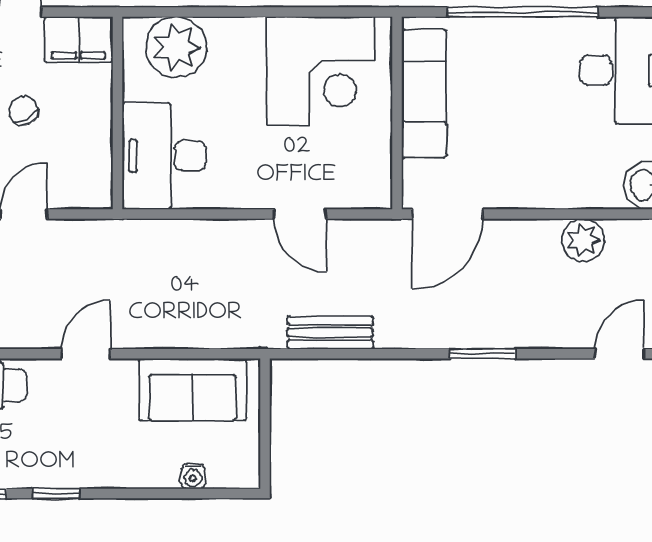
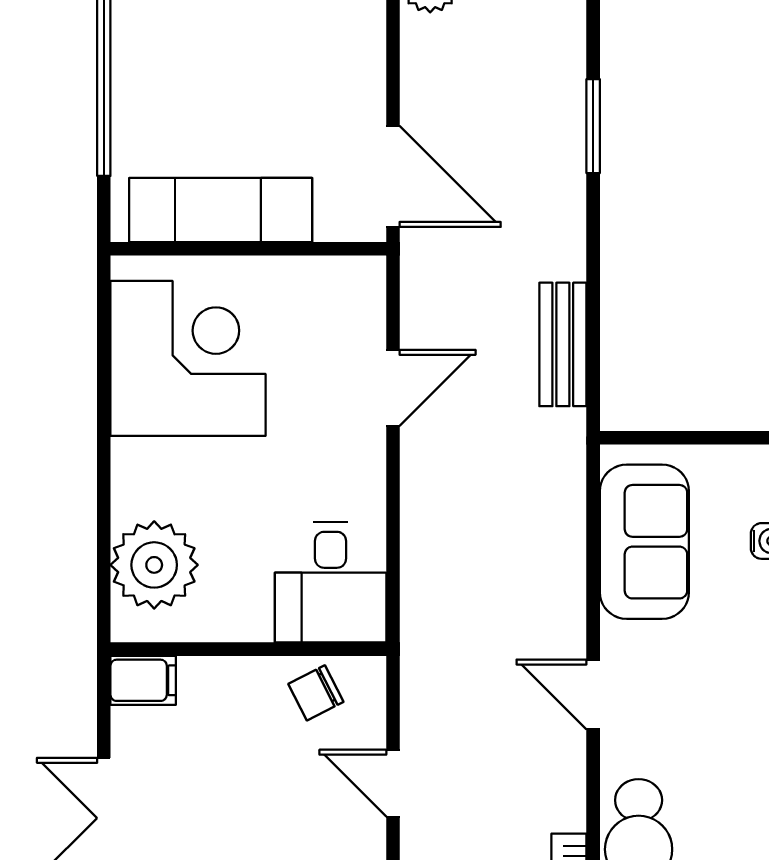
filing cabinet: (79, 40) -> (143, 680), width x0.50
chair: (23, 111) -> (316, 693), moved
desk: (164, 156) -> (331, 582), width x0.73

